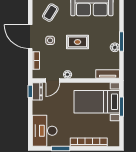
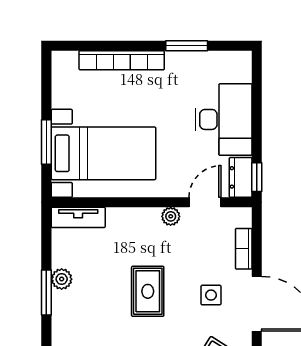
rug: (77, 42) -> (148, 291), turned 90
desk: (45, 131) -> (224, 119), moved

